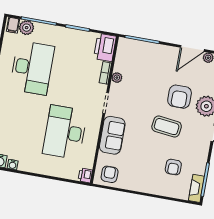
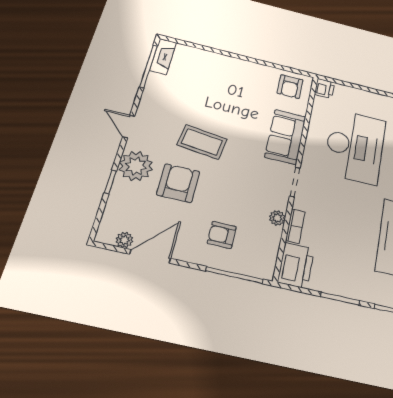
armchair: (173, 167) -> (222, 235), moved, turned -90

